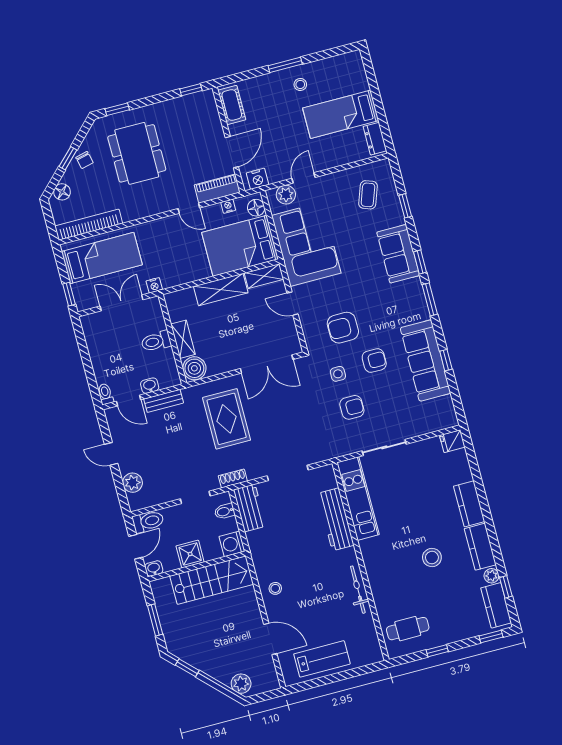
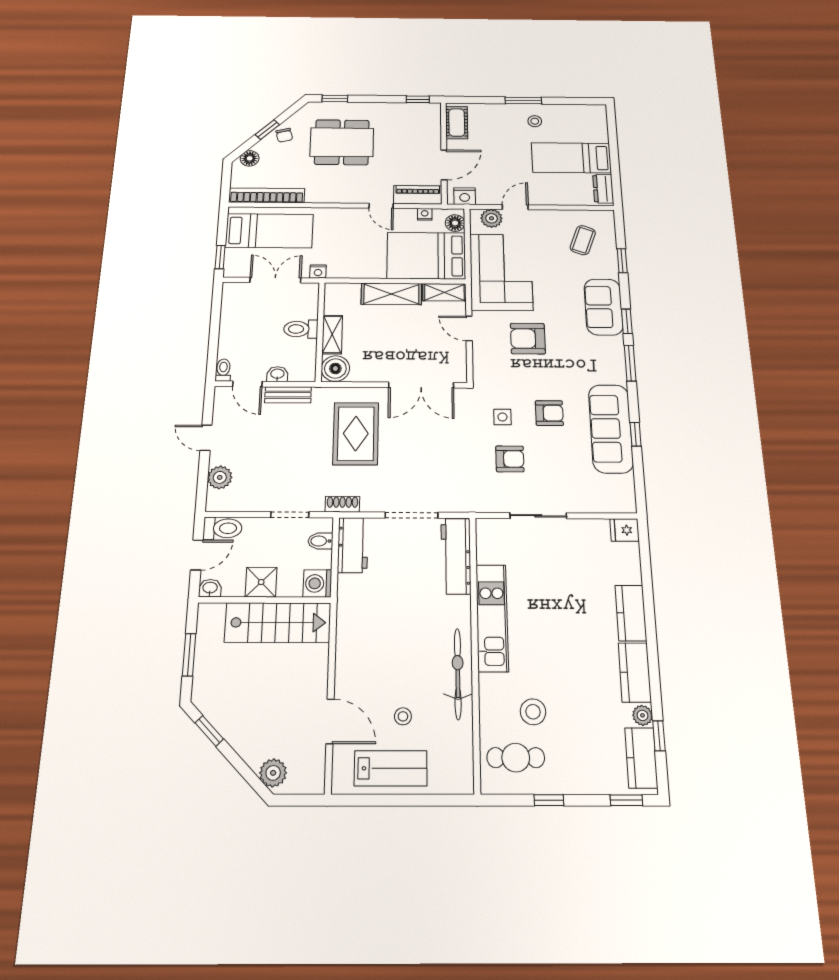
dining table: (137, 153) -> (342, 142), turned 90
armchair: (343, 328) -> (528, 339), moved
kitchen unit: (358, 498) -> (492, 618), moved
workbench: (336, 519) -> (456, 556), moved
stool: (432, 558) -> (533, 712), moved
stool: (275, 588) -> (403, 716), moved
bicycle: (358, 590) -> (458, 674), width x1.37, depth x1.40

